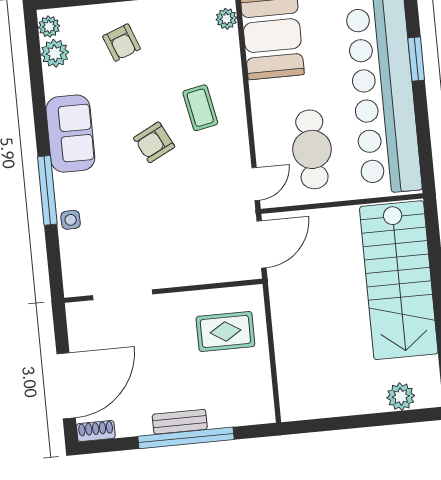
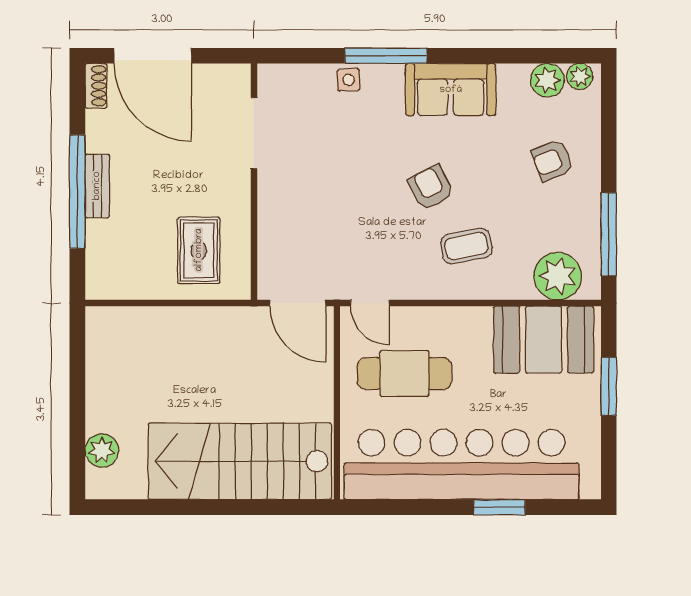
plant: (226, 19) -> (558, 276), width x1.88, depth x1.88

